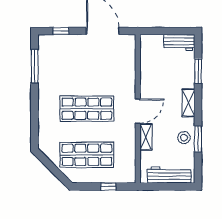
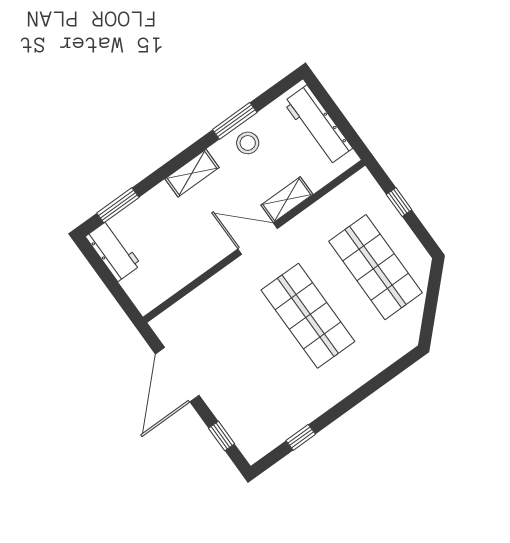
window: (35, 66) -> (301, 437), width x0.46
window: (198, 71) -> (118, 205), moved

